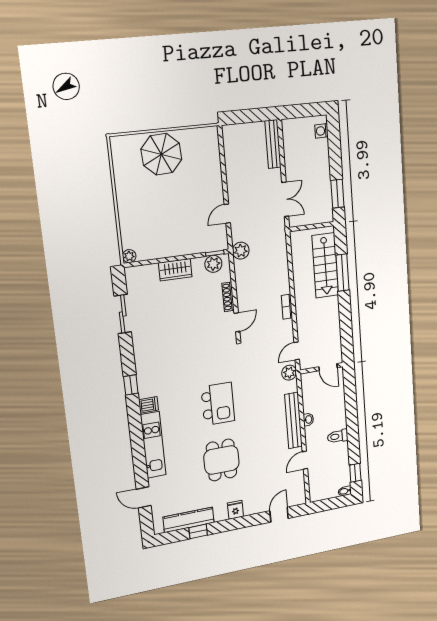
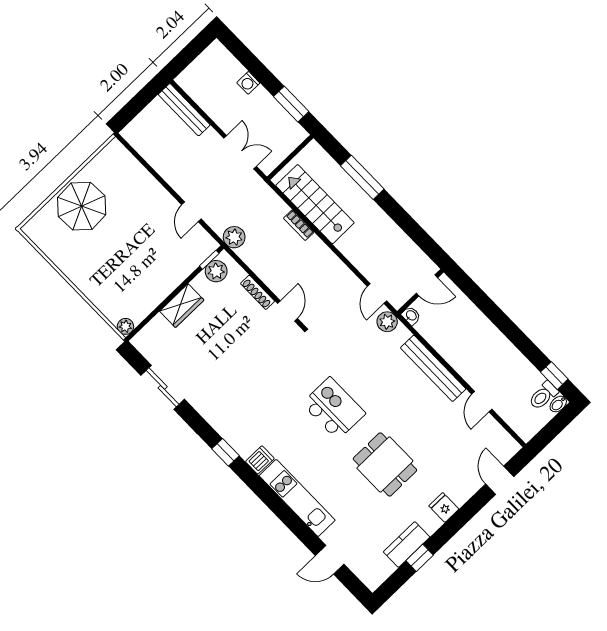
washing machine: (321, 131) -> (248, 83), moved
stairs: (325, 265) -> (315, 204), moved, turned 180
bookcase: (287, 307) -> (299, 225), moved
washbasin: (308, 419) -> (411, 316), moved
toilet: (338, 436) -> (543, 396), moved
kitchen counter: (189, 520) -> (407, 544), width x0.67

